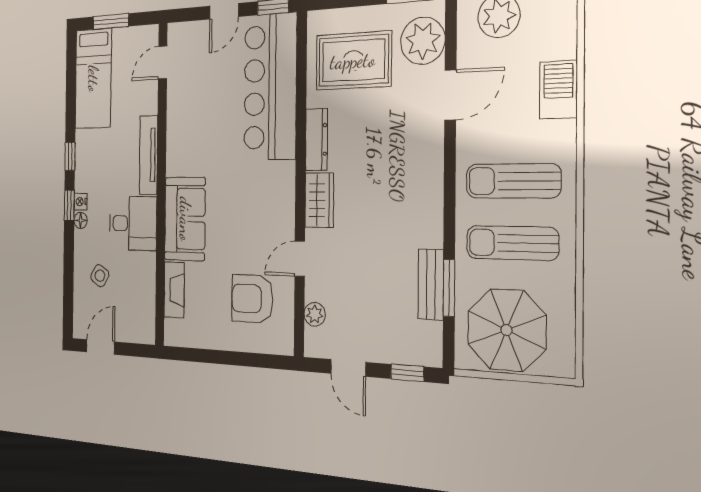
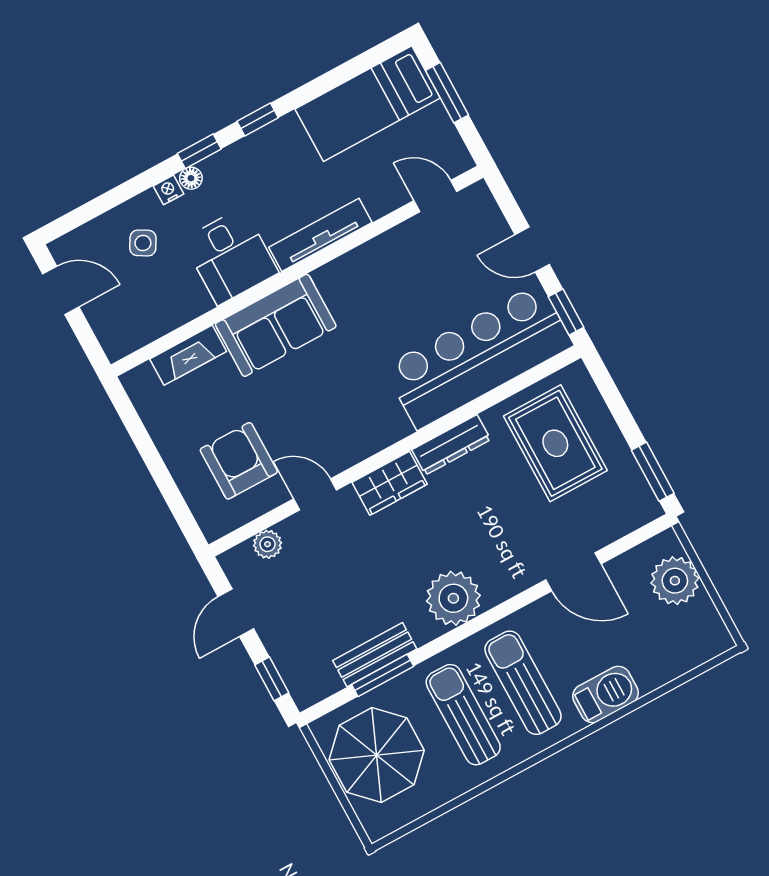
plant: (423, 41) -> (453, 598), moved
barbecue: (558, 90) -> (606, 694), moved
nightstand: (81, 202) -> (169, 190), moved

